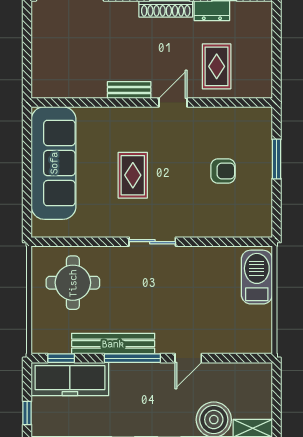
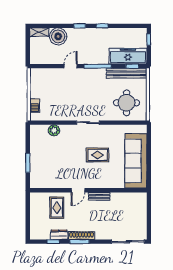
armchair: (223, 171) -> (54, 157), removed
rug: (133, 175) -> (97, 155), turned 90
plant: (222, 226) -> (54, 130), added
barbecue: (257, 277) -> (35, 106), width x0.53, depth x0.65
bench: (113, 344) -> (127, 73), moved

